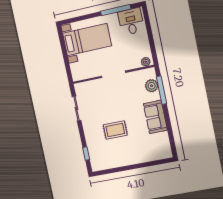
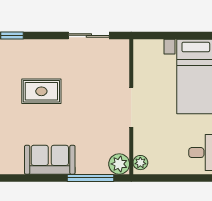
plant: (152, 86) -> (119, 164), moved
rug: (115, 130) -> (41, 91), turned 90

